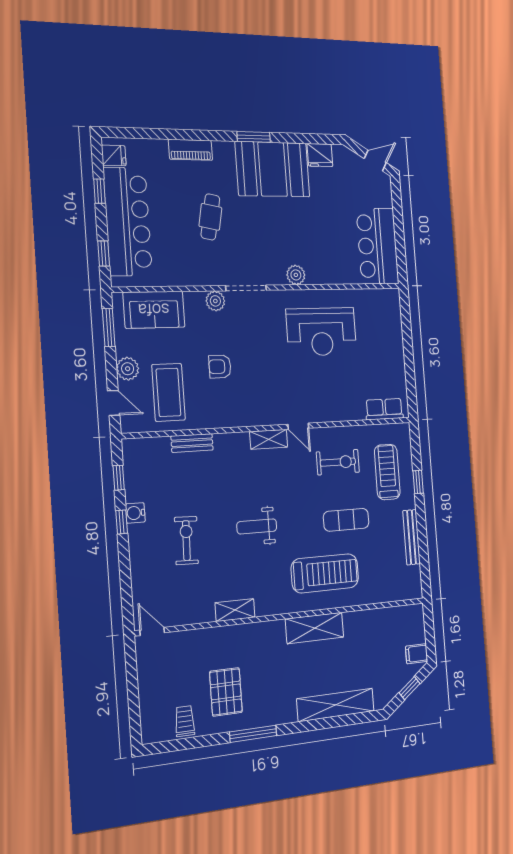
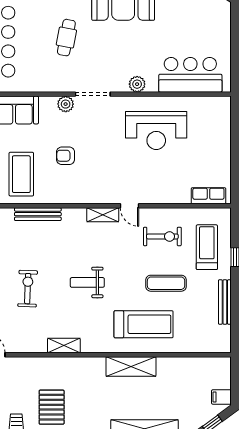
bar counter: (378, 246) -> (190, 75), moved, turned 90
bench: (192, 443) -> (38, 214), width x1.36

